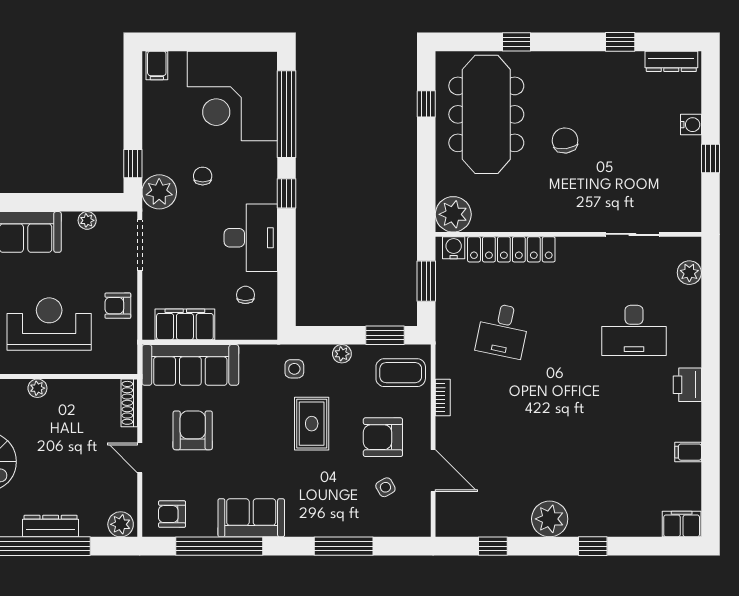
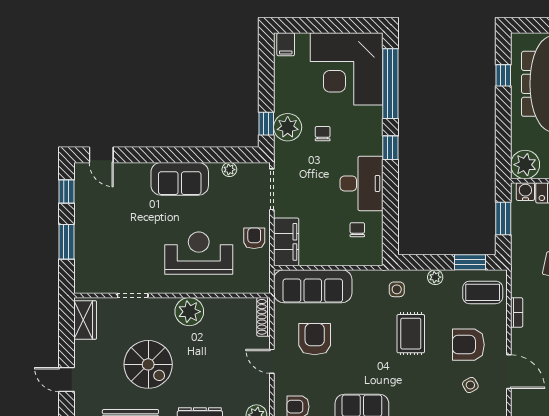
plant: (159, 192) -> (288, 127), moved
armchair: (118, 306) -> (254, 238), turned 90
filing cabinet: (185, 324) -> (286, 242), moved, turned 90
plant: (37, 388) -> (189, 312), width x1.87, depth x1.87

